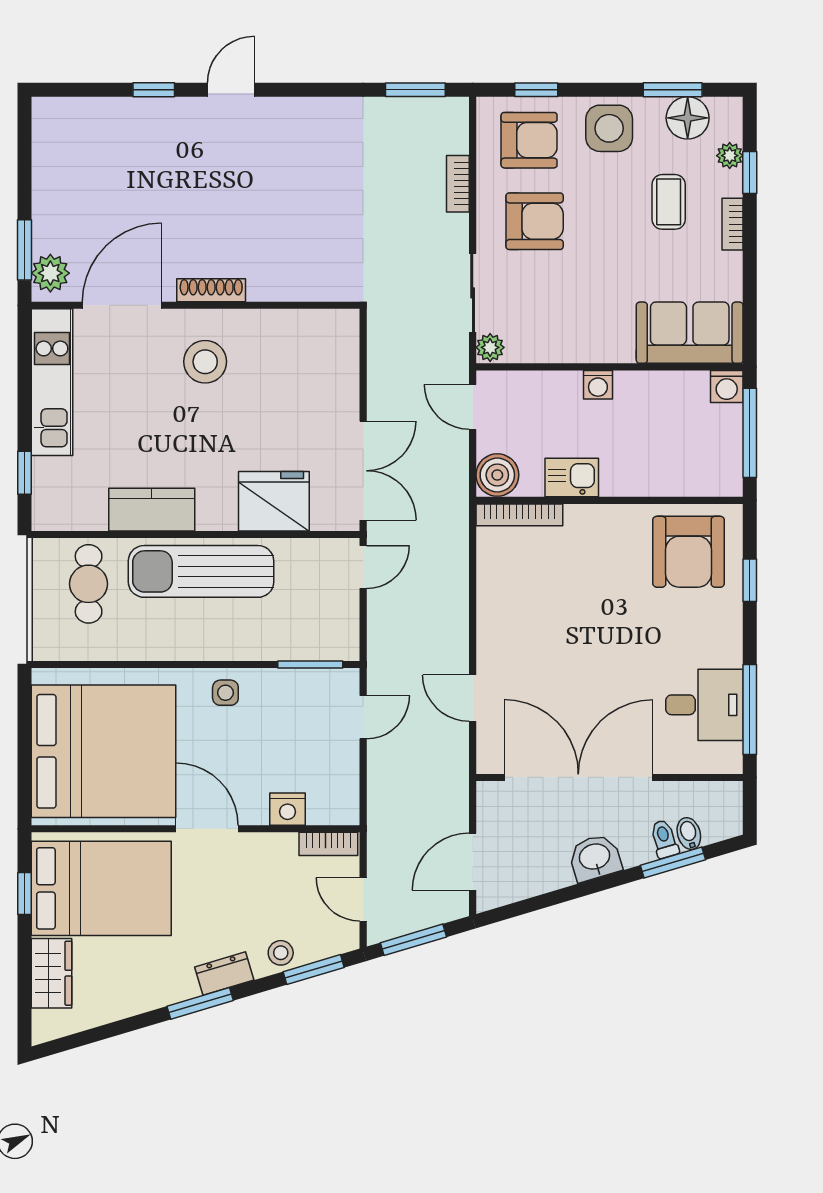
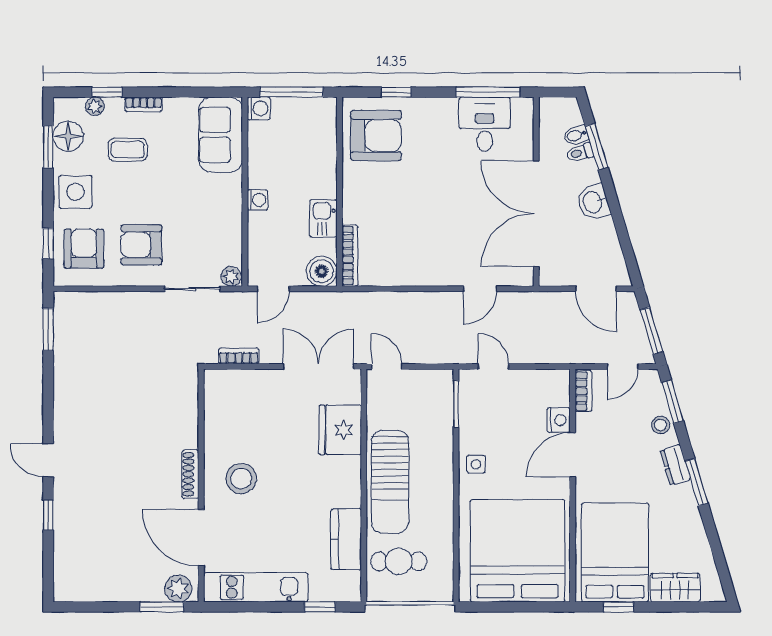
bookcase: (458, 184) -> (239, 356), moved, turned 180
armchair: (535, 221) -> (141, 245), turned -90
kitchen counter: (152, 510) -> (346, 539), moved
door: (207, 829) -> (573, 455), moved

